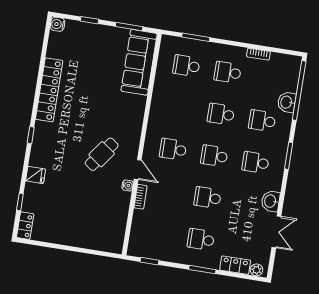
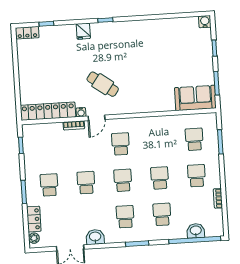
sofa: (139, 62) -> (195, 98), width x0.73
locker: (49, 90) -> (48, 111), moved, turned 180
washbasin: (287, 102) -> (196, 231), moved
fridge: (36, 175) -> (83, 31), moved

